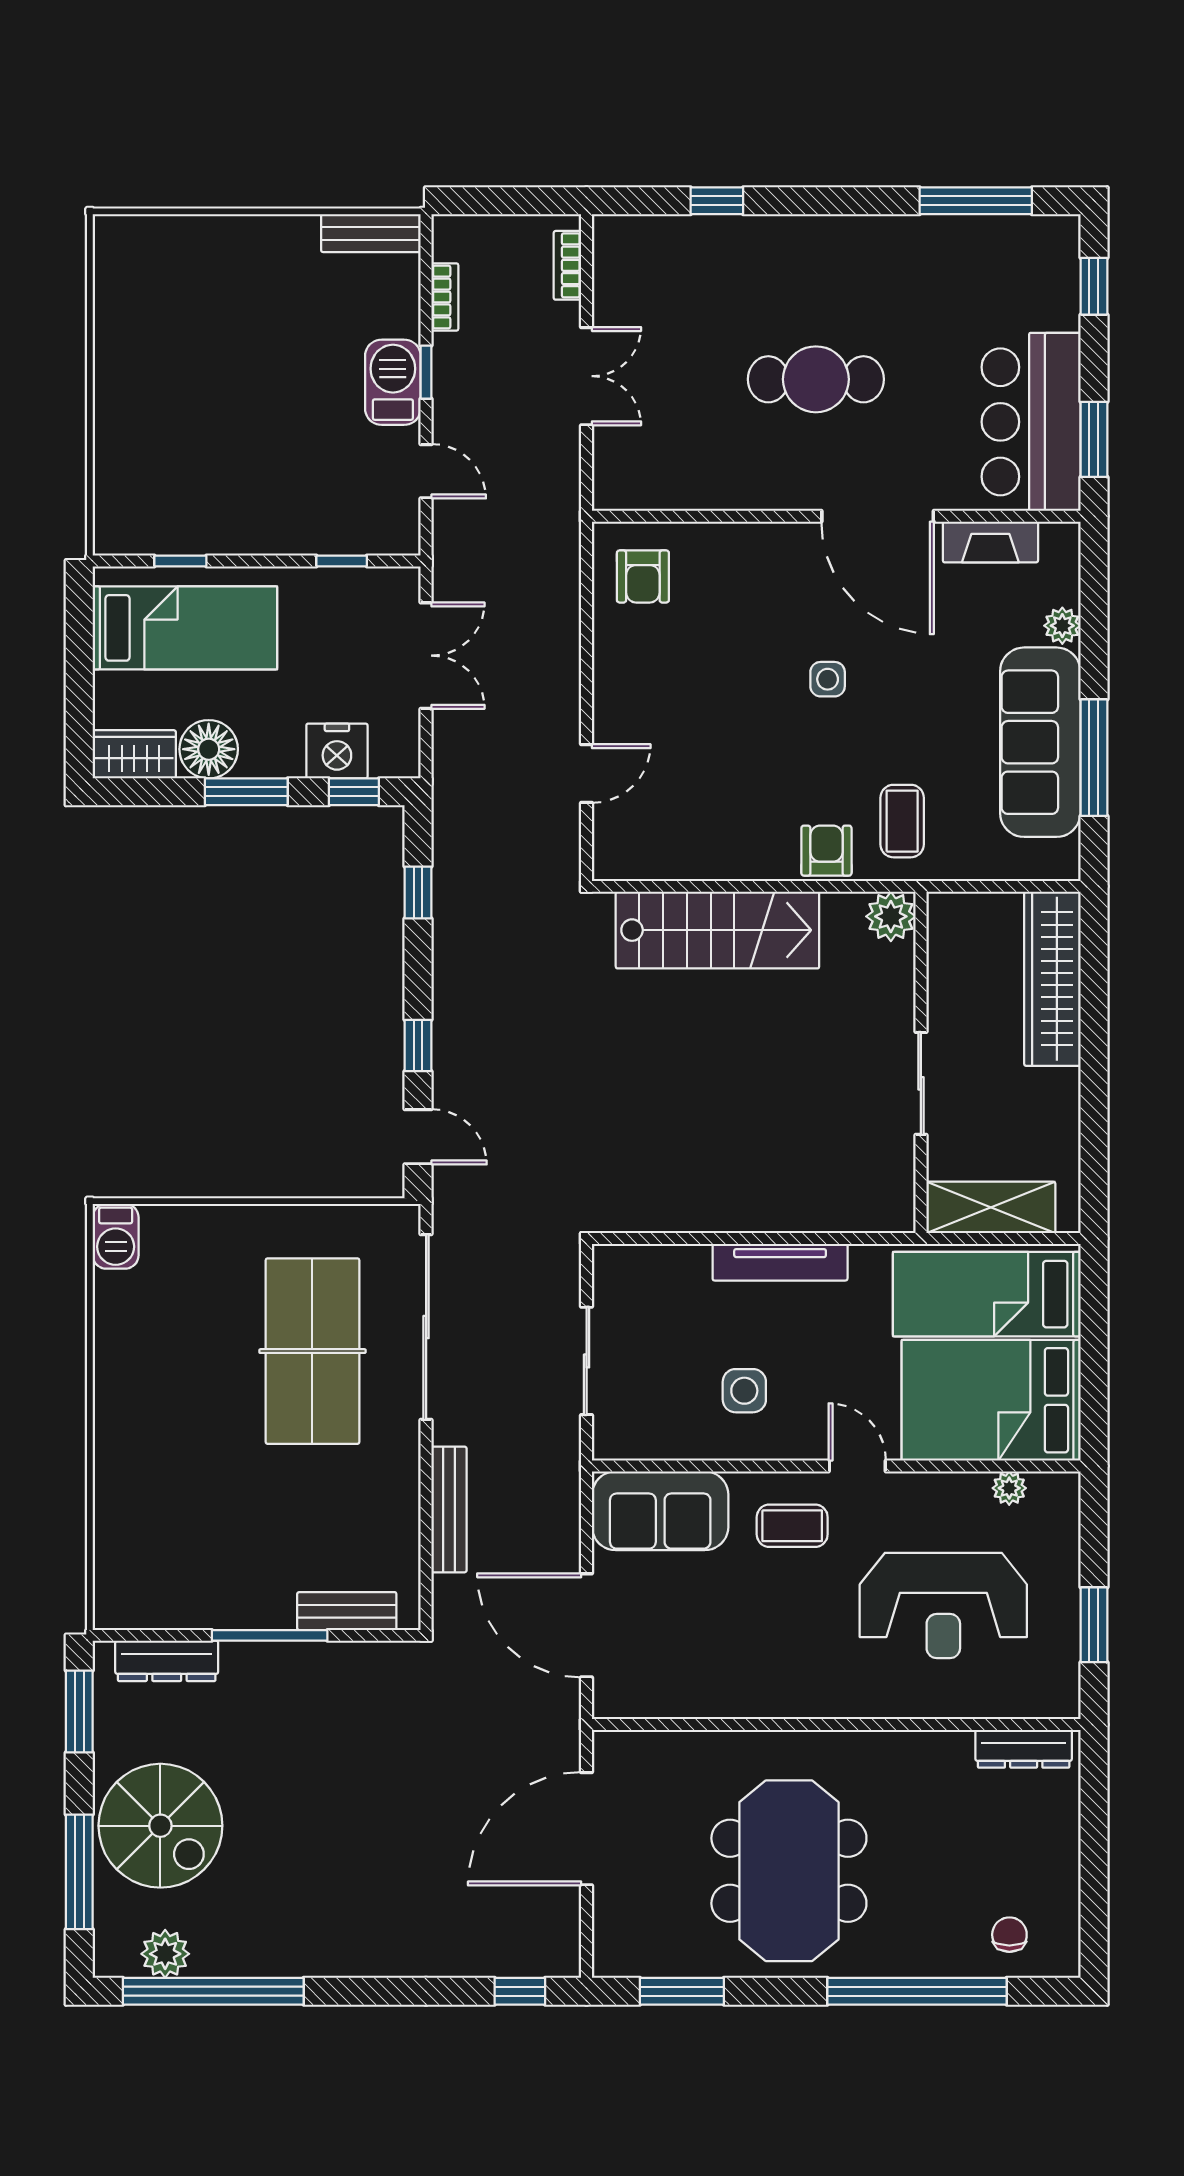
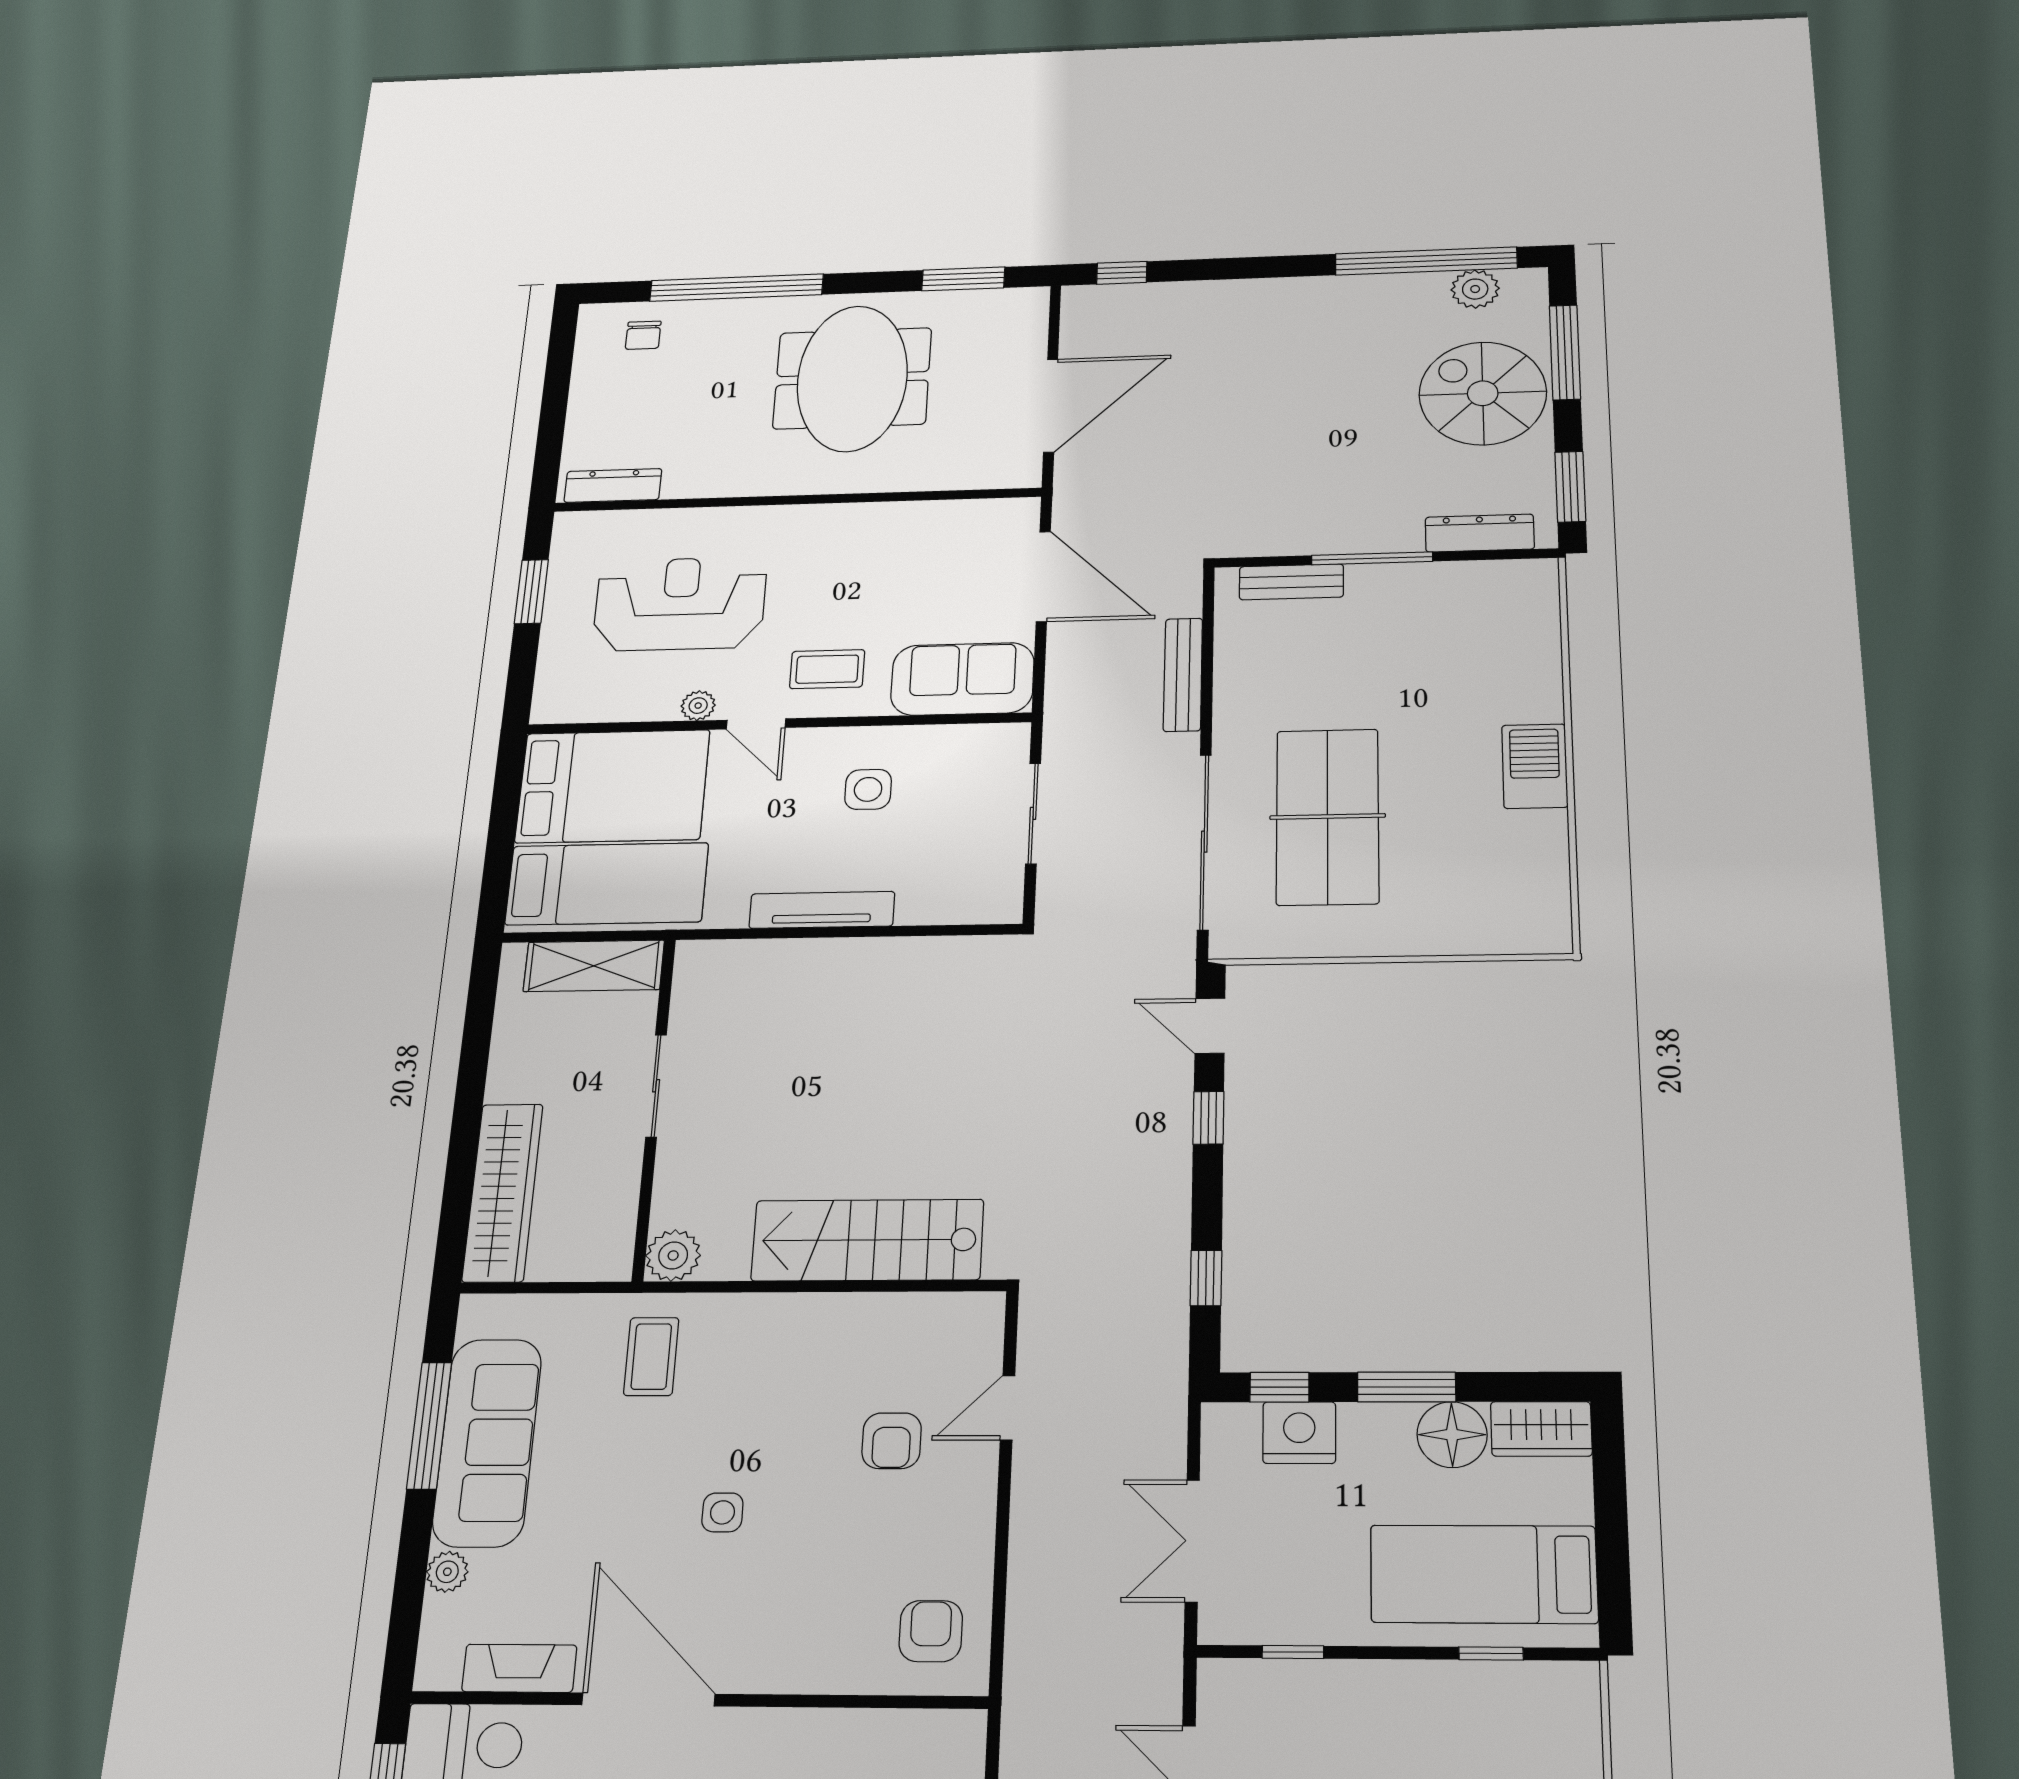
armchair: (826, 851) -> (892, 1441), moved
barbecue: (116, 1236) -> (1535, 766), moved, width x1.38, depth x1.27
plant: (1009, 1488) -> (698, 706), moved

